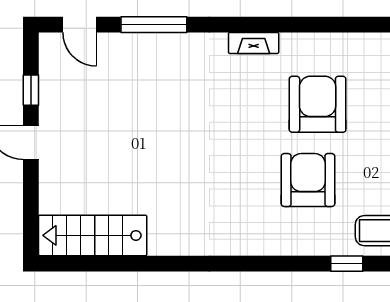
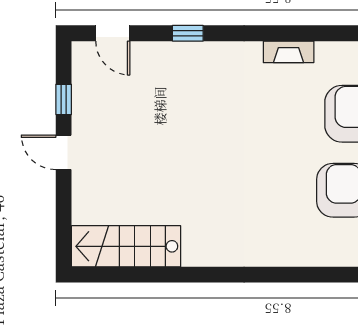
window: (154, 25) -> (188, 33), width x0.46

